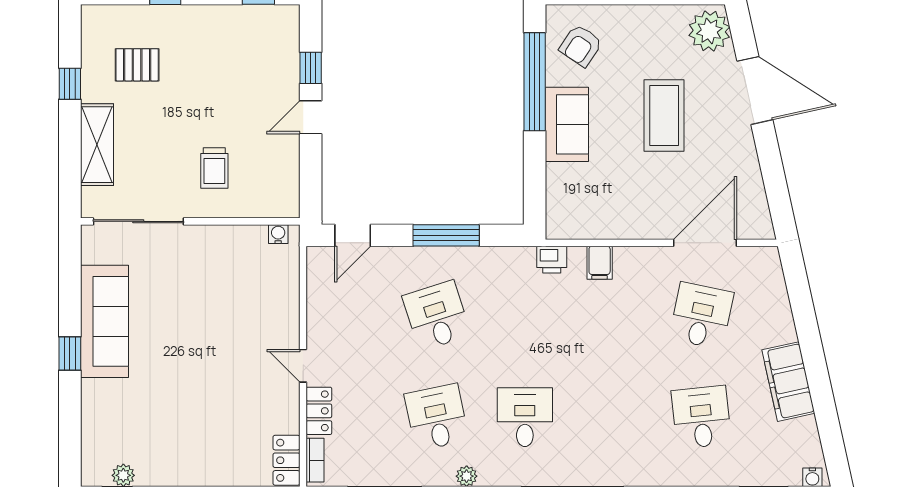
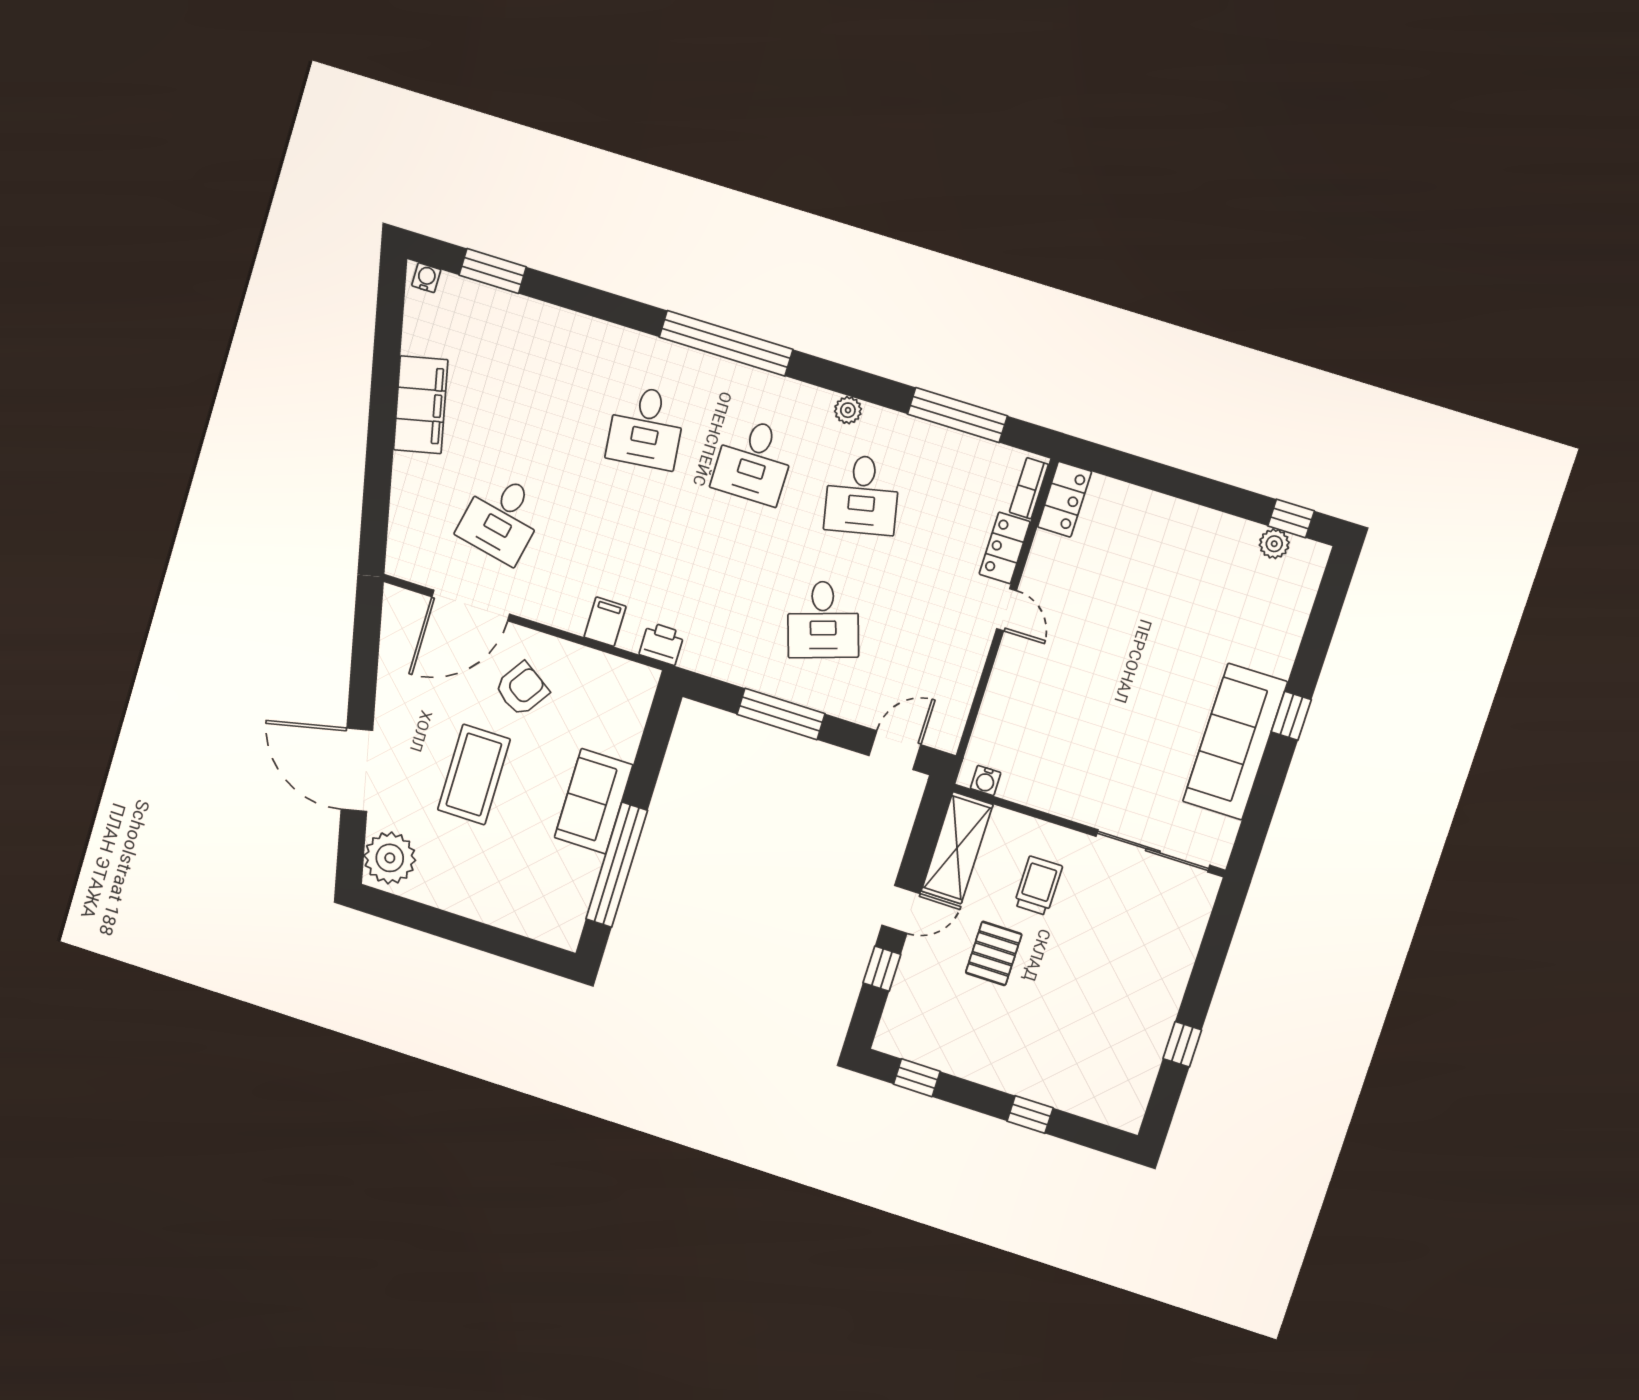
armchair: (581, 46) -> (522, 689), moved
pallet: (137, 65) -> (994, 953), moved, turned 90
shelving: (97, 145) -> (957, 848), moved
desk: (701, 417) -> (646, 427), moved

